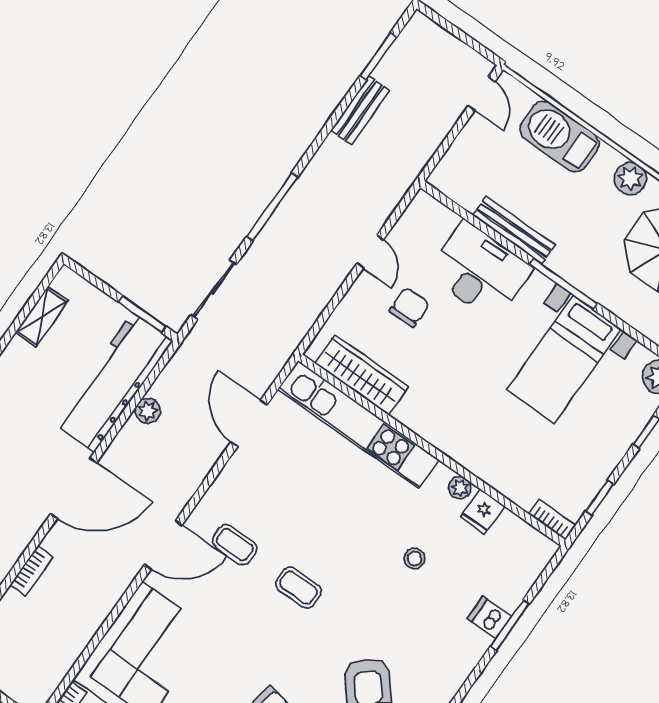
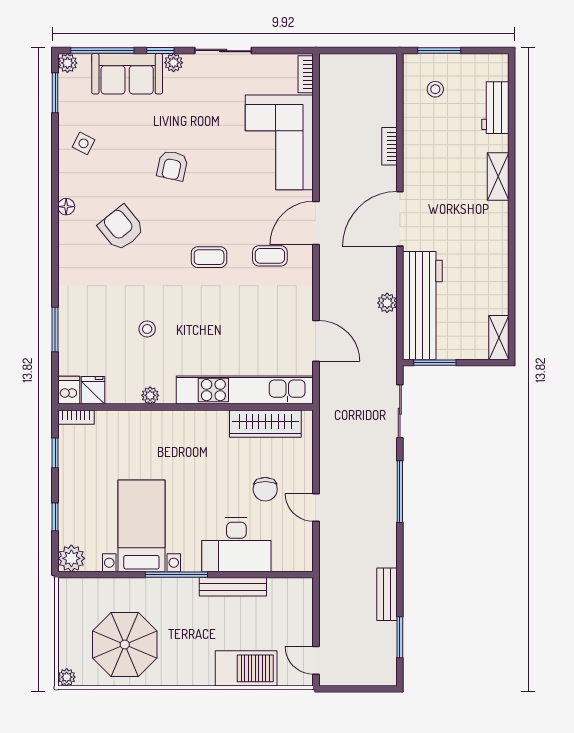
plant: (630, 179) -> (181, 673), removed
shelving: (42, 317) -> (499, 338), moved
fridge: (482, 512) -> (93, 390), moved
dishwasher: (489, 617) -> (69, 390), moved, turned -90

